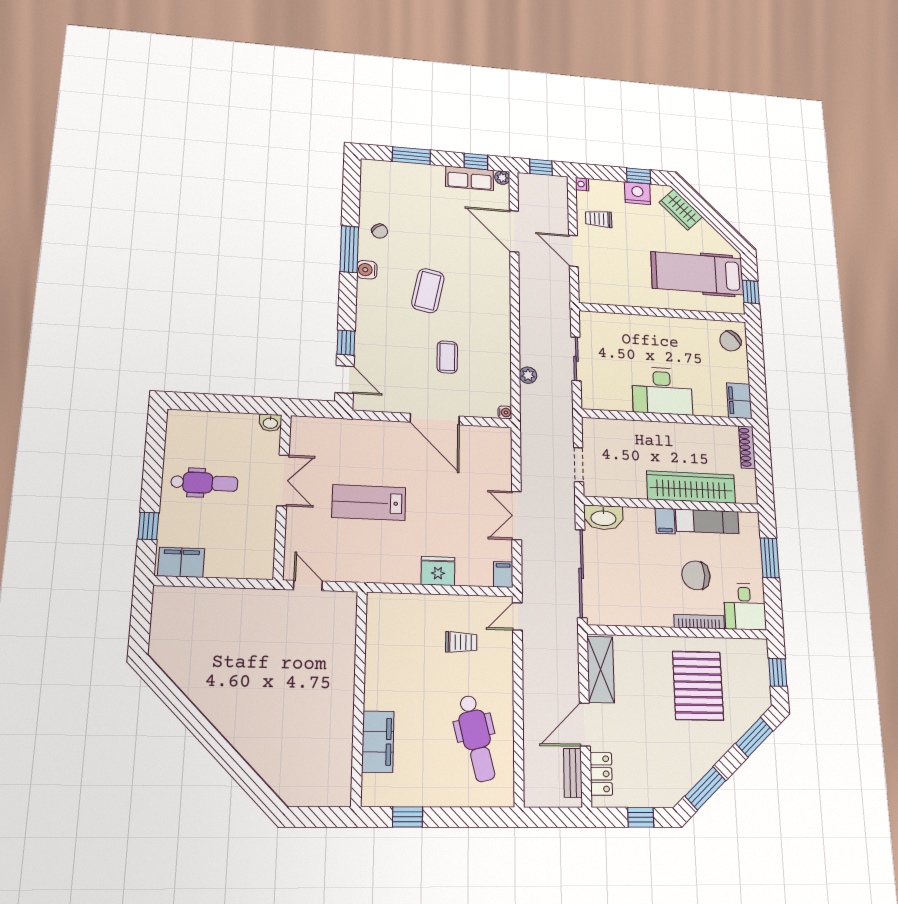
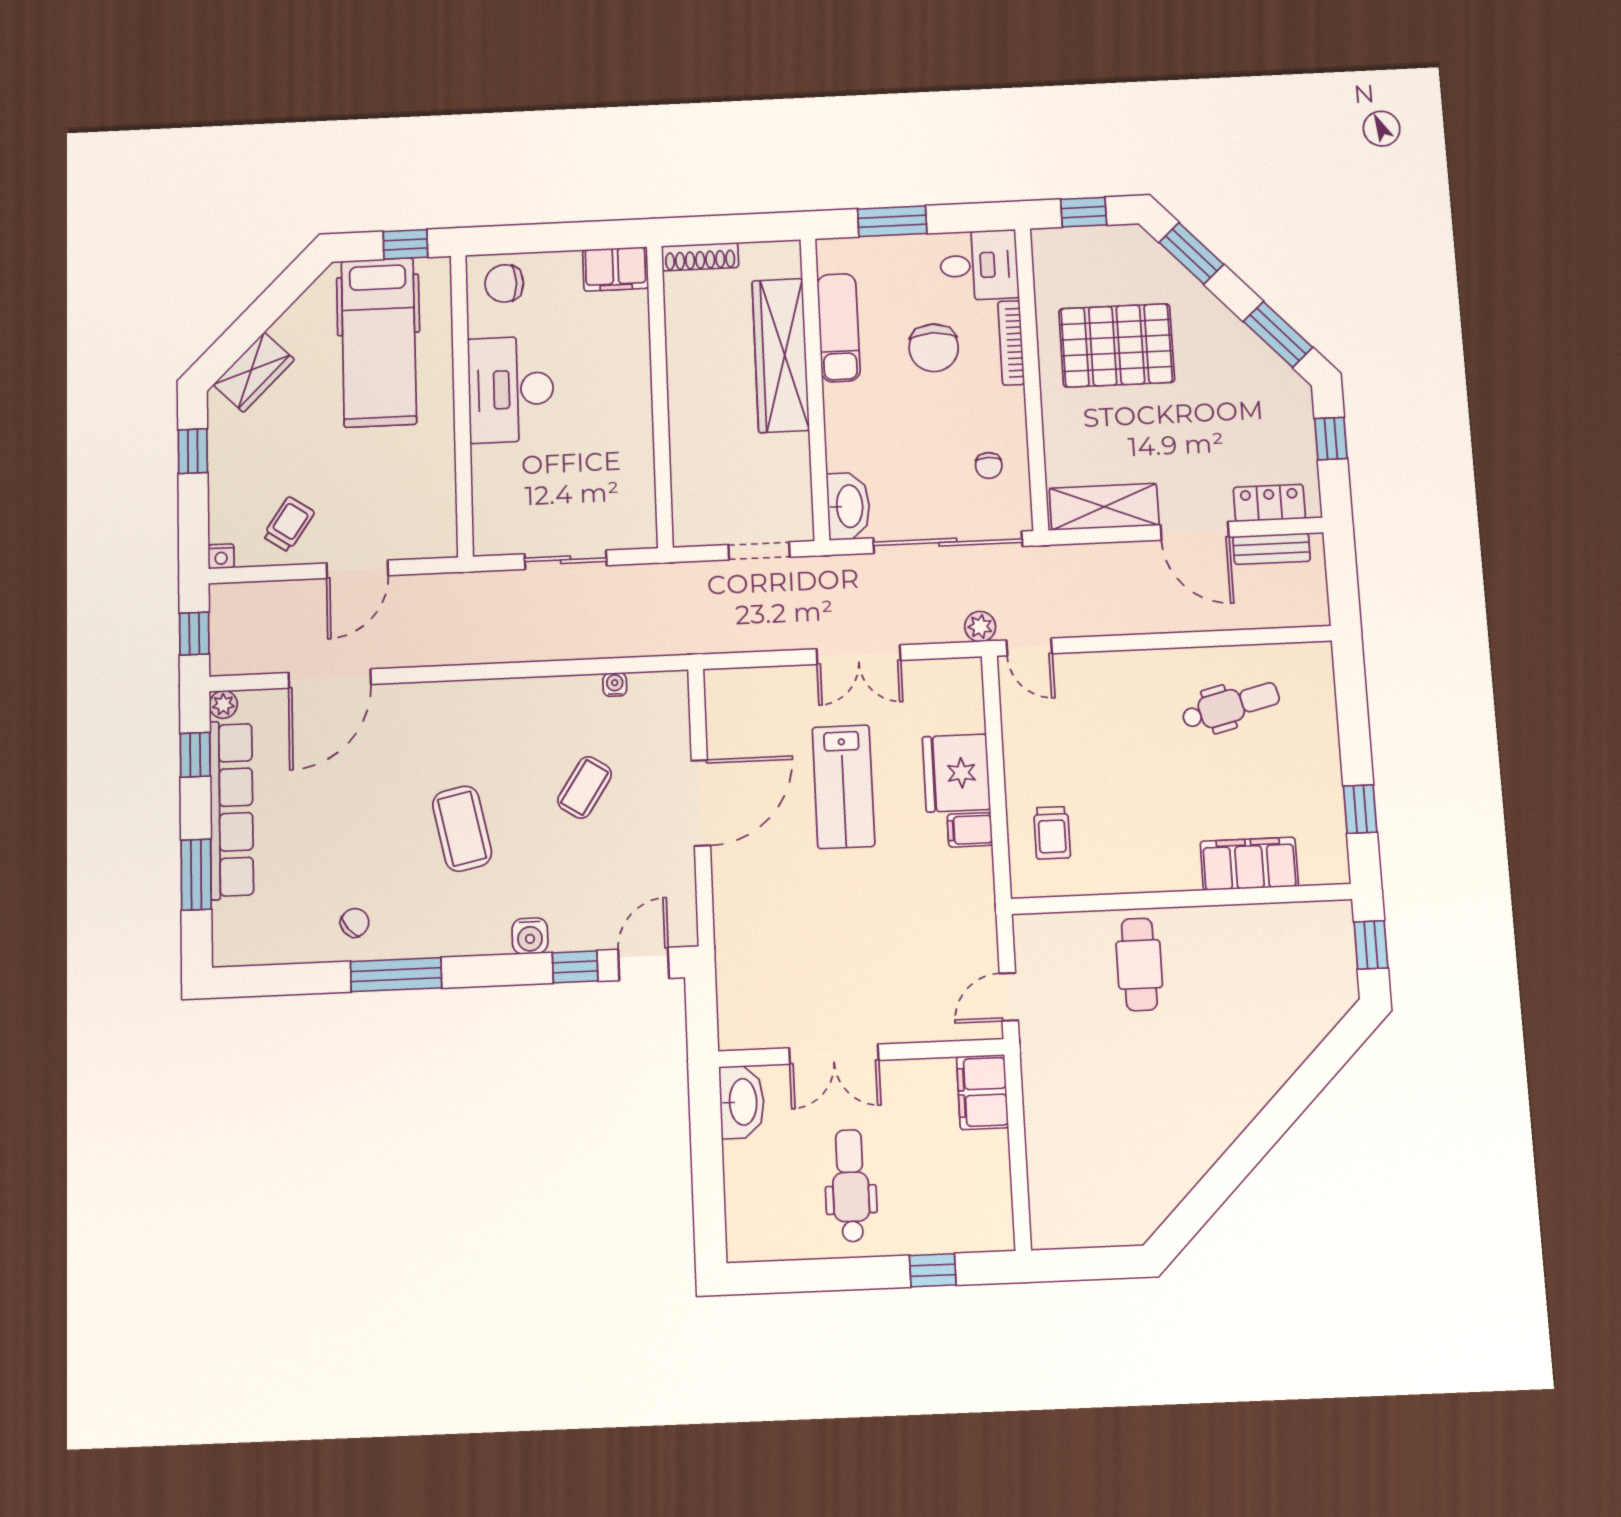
row of seats: (470, 178) -> (231, 810), width x2.02
nightstand: (637, 193) -> (229, 453), removed
trolley: (599, 219) -> (289, 524), turned -146
water cooler: (367, 270) -> (530, 936), moved
coffee table: (428, 291) -> (462, 829), turned 67
chair: (730, 341) -> (504, 283), turned 135
coffee table: (447, 357) -> (585, 787), turned -57
plant: (528, 375) -> (980, 627), moved
desk: (662, 391) -> (511, 389), moved, turned 180
water cooler: (505, 412) -> (615, 685), moved
washbasin: (270, 423) -> (742, 1102), width x1.91, depth x1.45
double door: (283, 480) -> (834, 1054), swing flipped
lab bench: (369, 503) -> (843, 787), moved
filing cabinet: (665, 521) -> (845, 400), removed
filing cabinet: (181, 562) -> (982, 1092), moved
fridge: (438, 571) -> (956, 773), width x1.36, depth x1.34
filing cabinet: (503, 574) -> (970, 830), moved
chair: (626, 602) -> (989, 466), added
trolley: (461, 642) -> (1052, 833), moved, turned 180
cafe table: (321, 667) -> (1139, 964), added
dental chair: (476, 738) -> (1231, 706), width x0.73, depth x0.72
window: (321, 817) -> (1371, 945), added

